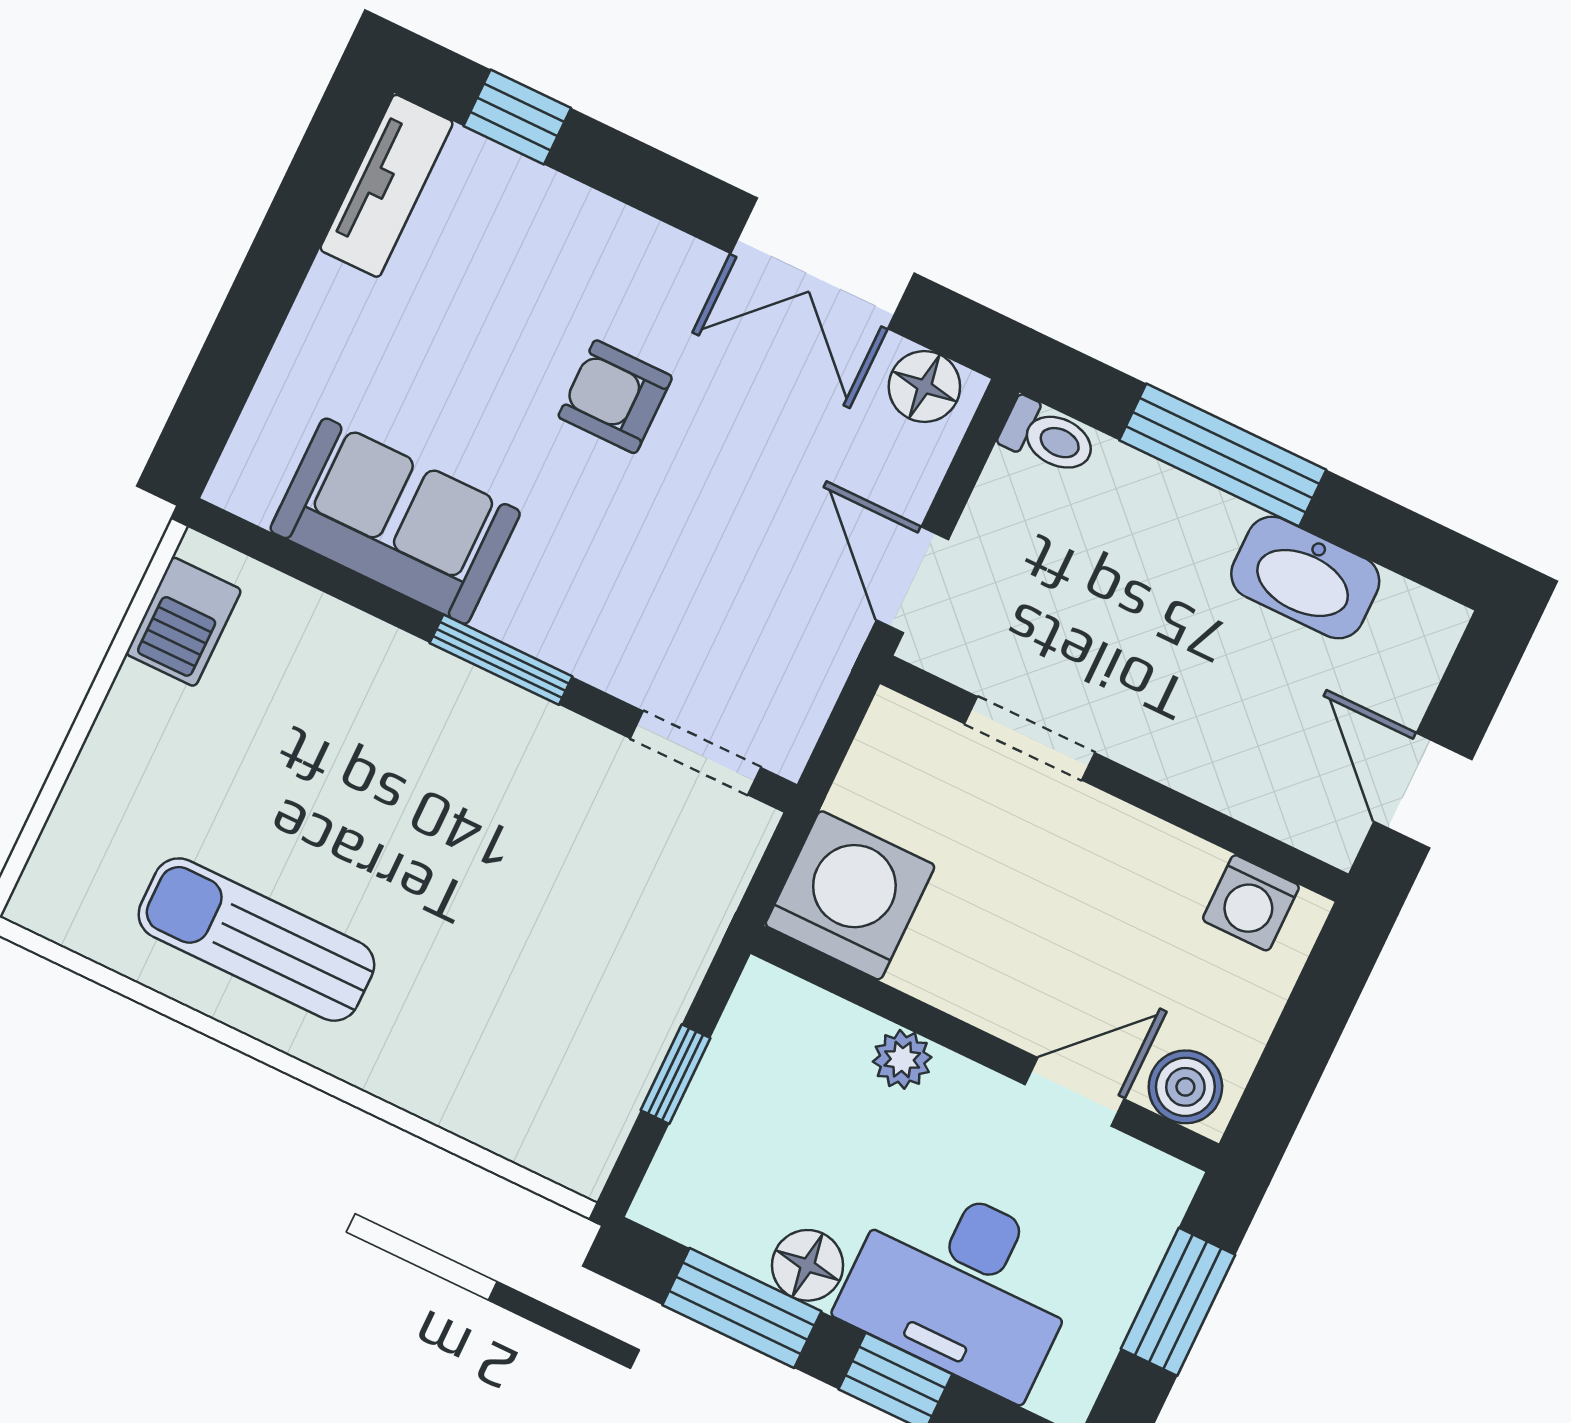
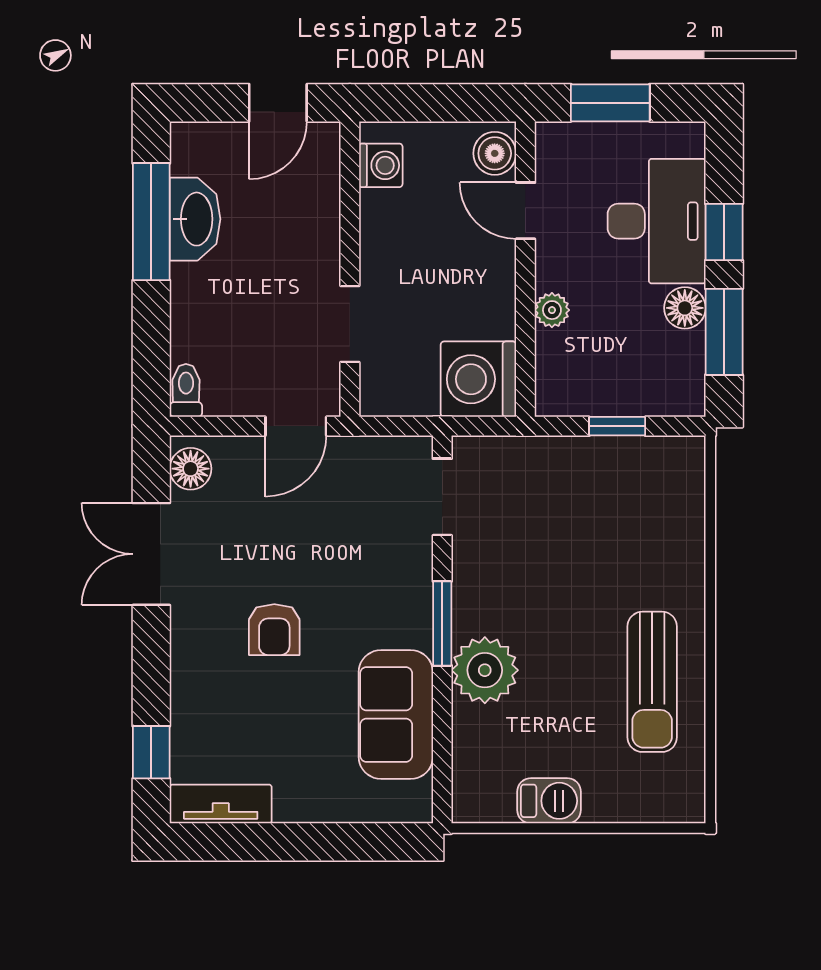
double door: (822, 263) -> (151, 554), swing flipped
window: (1223, 455) -> (151, 222), moved
barbecue: (184, 622) -> (549, 801), moved
plant: (398, 691) -> (485, 670), added

